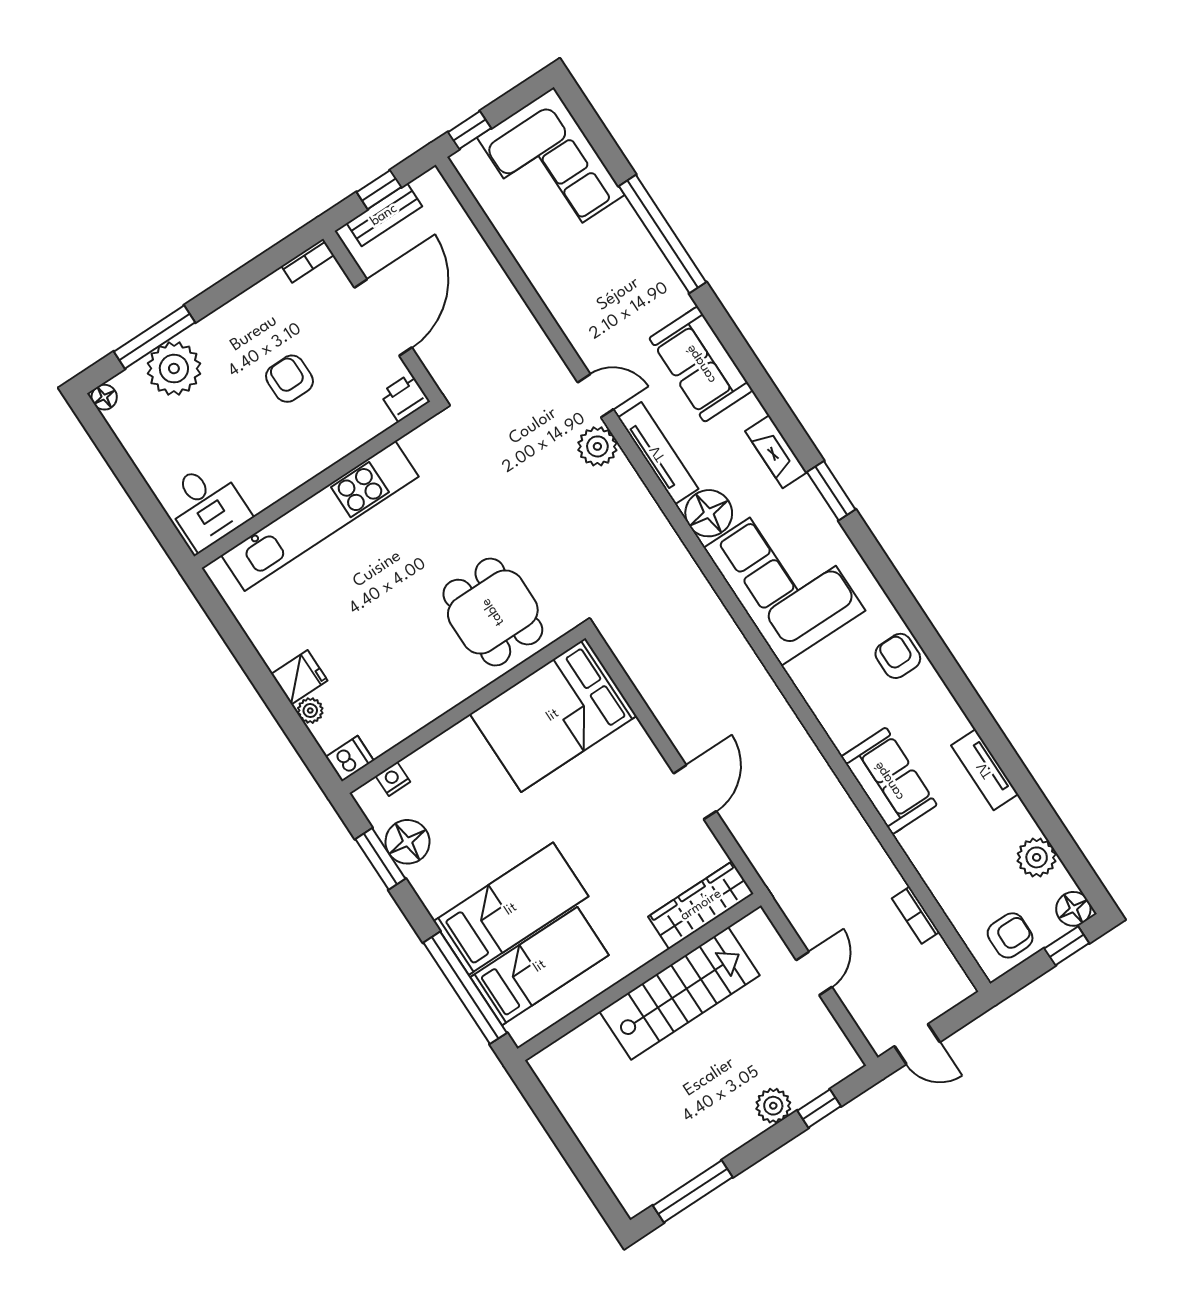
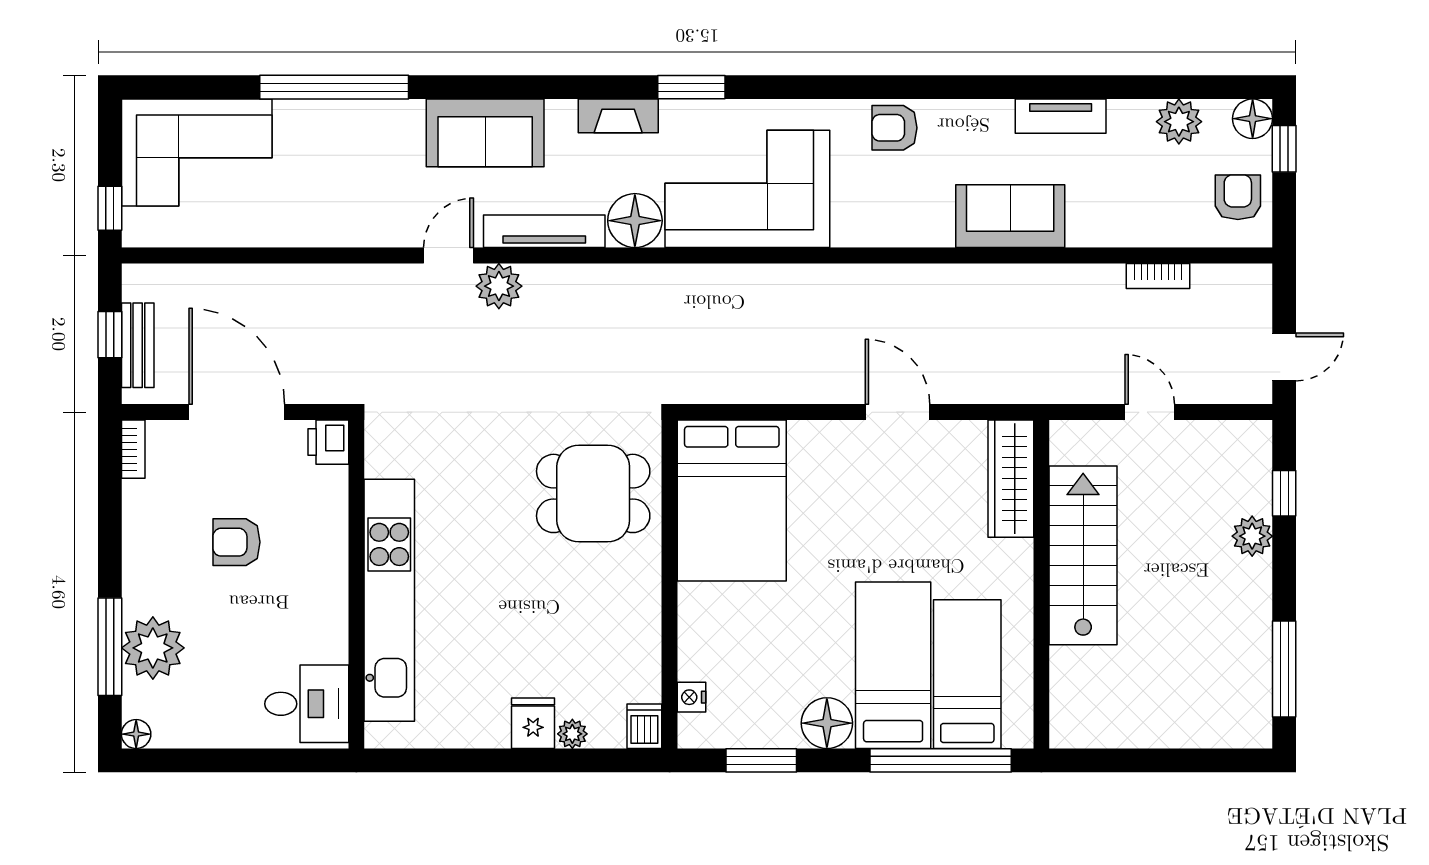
floor lamp: (408, 842) -> (827, 723), moved

